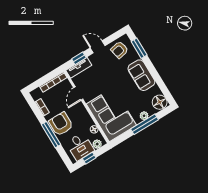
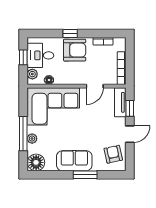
window: (139, 48) -> (85, 175), moved
door: (78, 93) -> (95, 86), swing flipped
window: (51, 135) -> (70, 33), width x0.46

